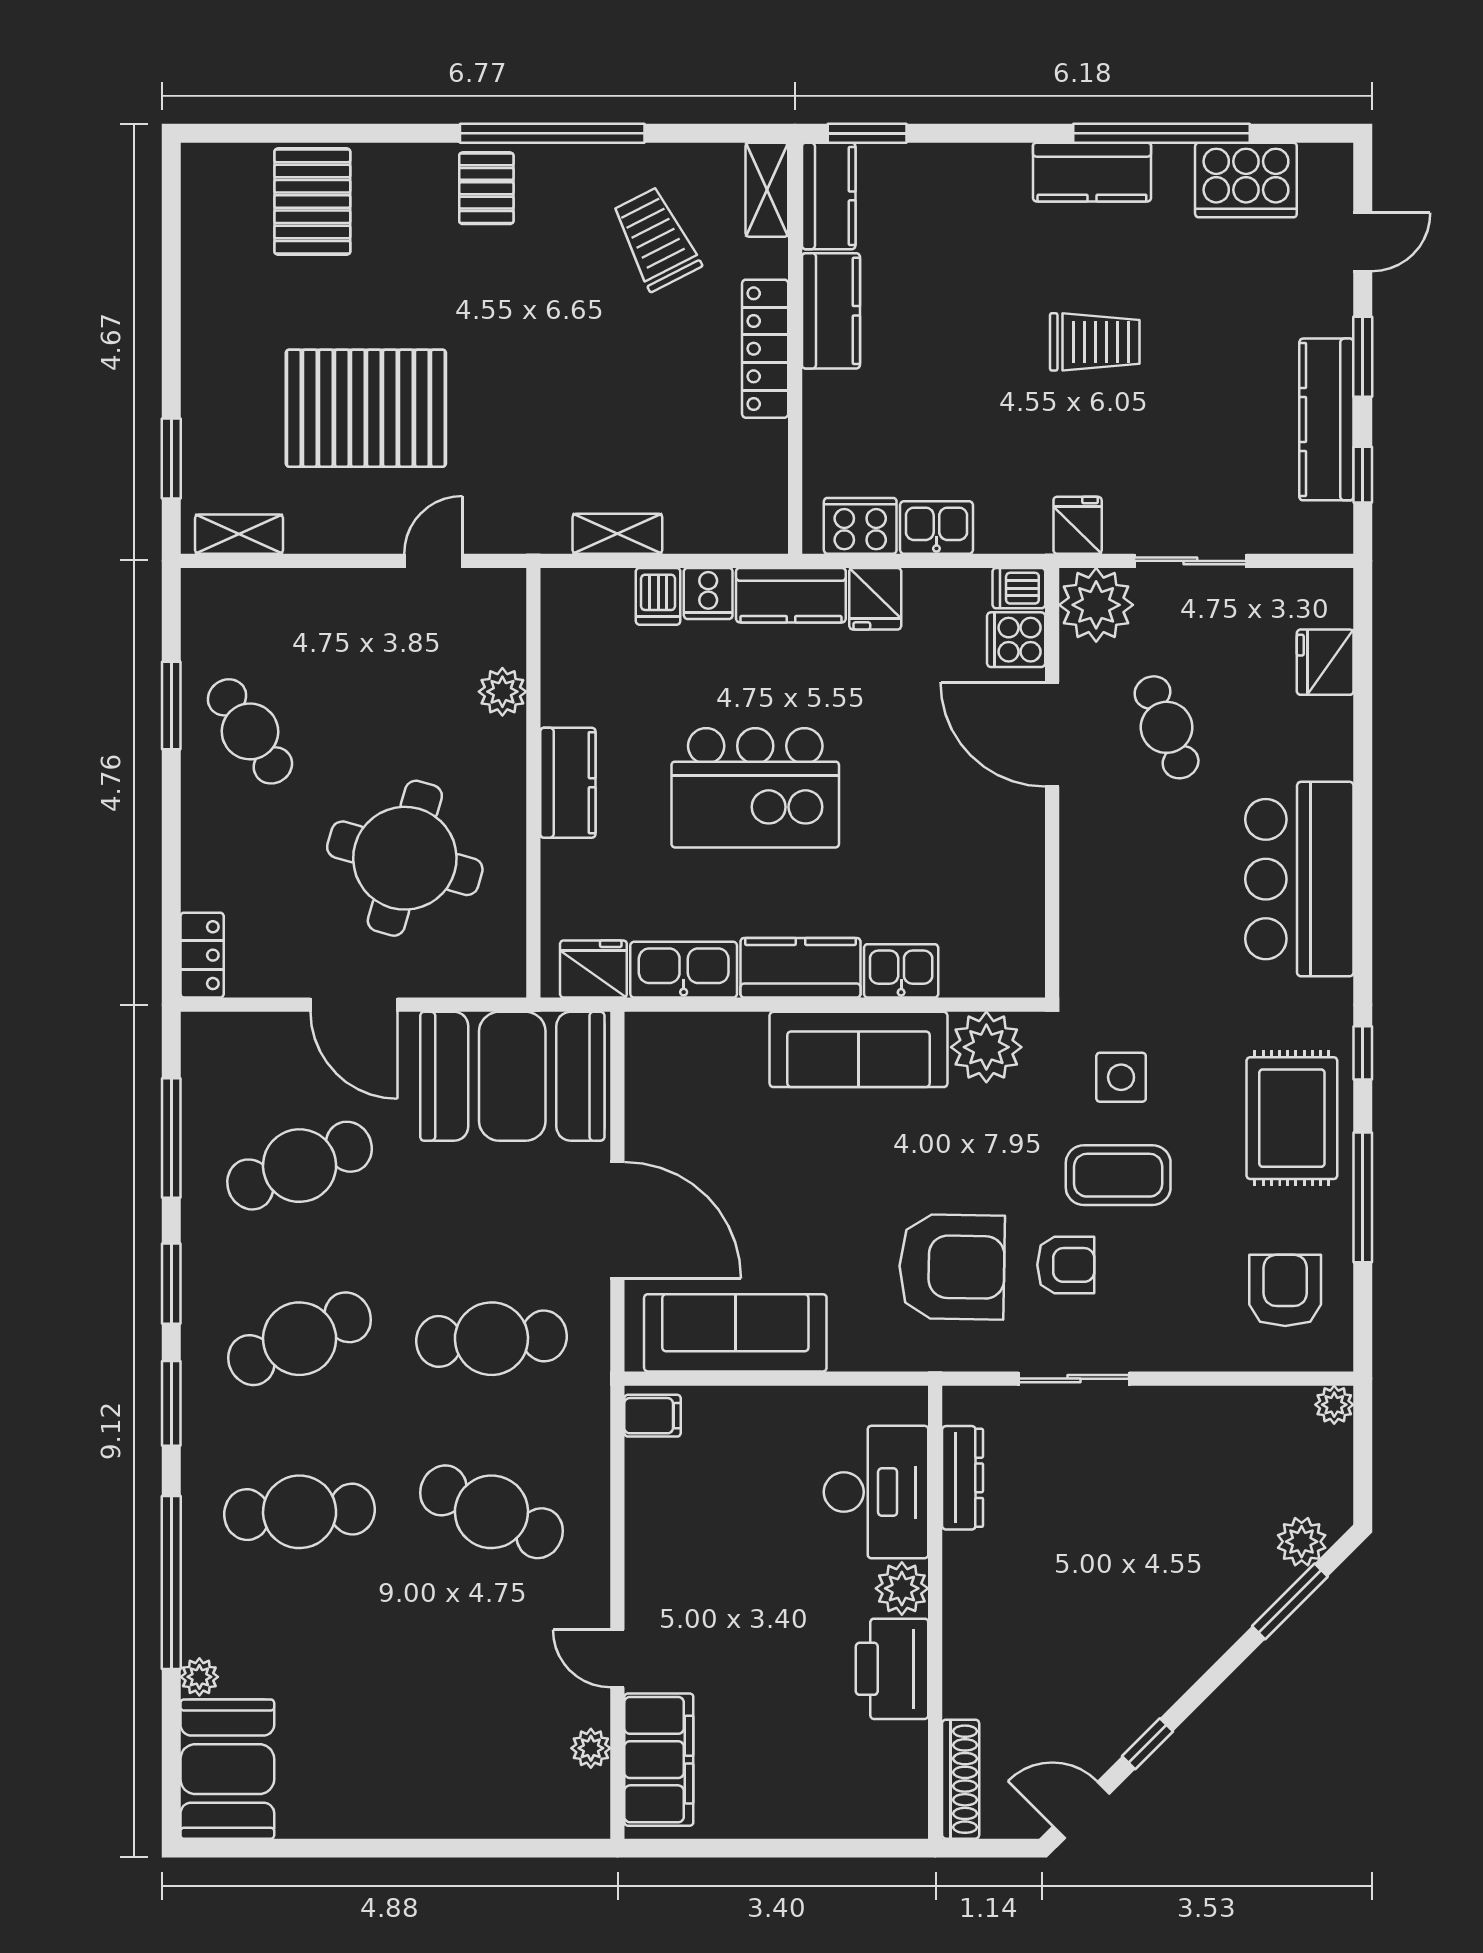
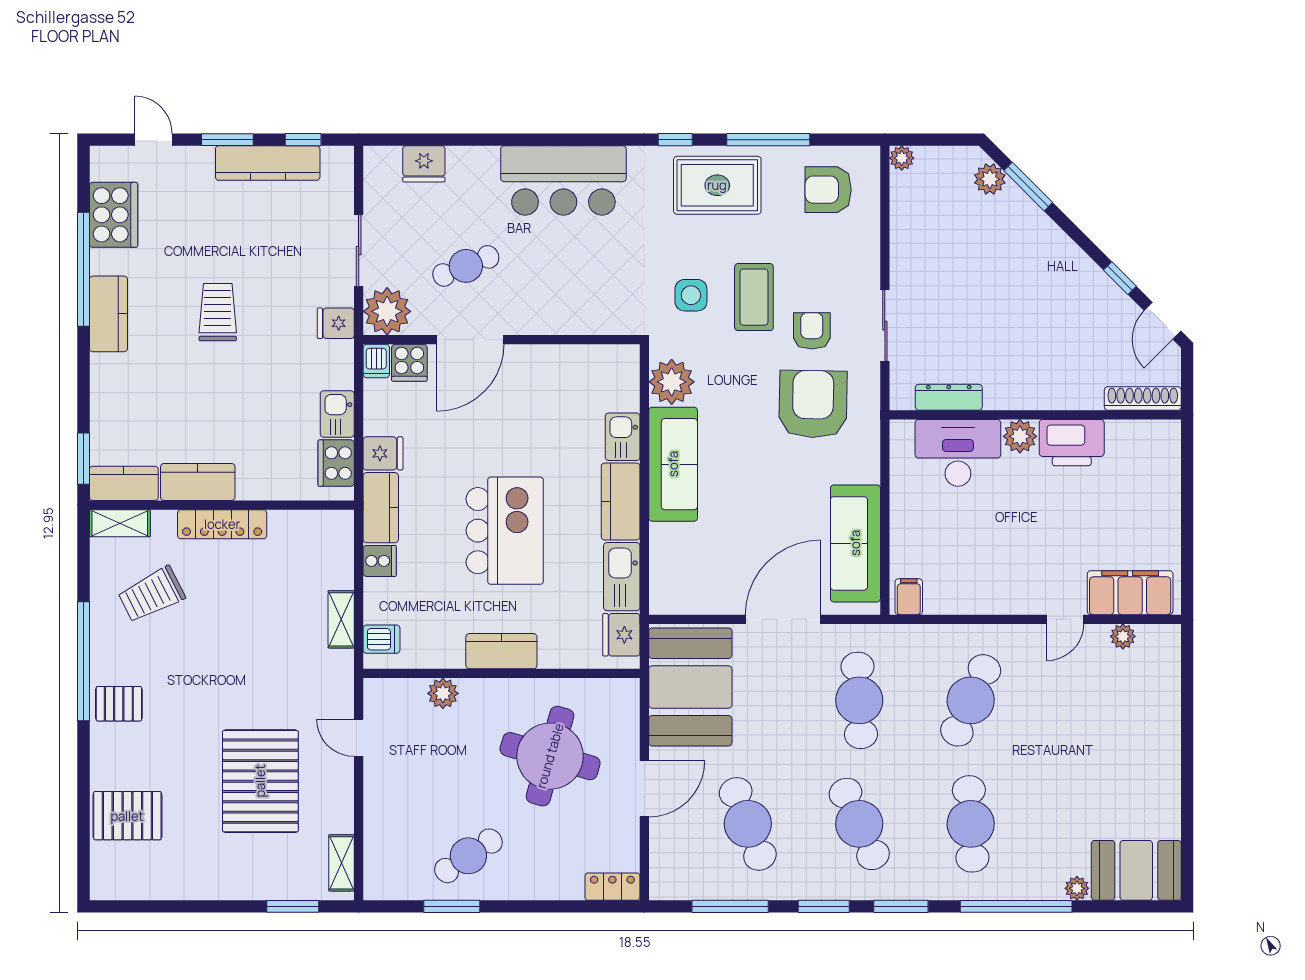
dishwasher: (658, 596) -> (381, 639), moved

